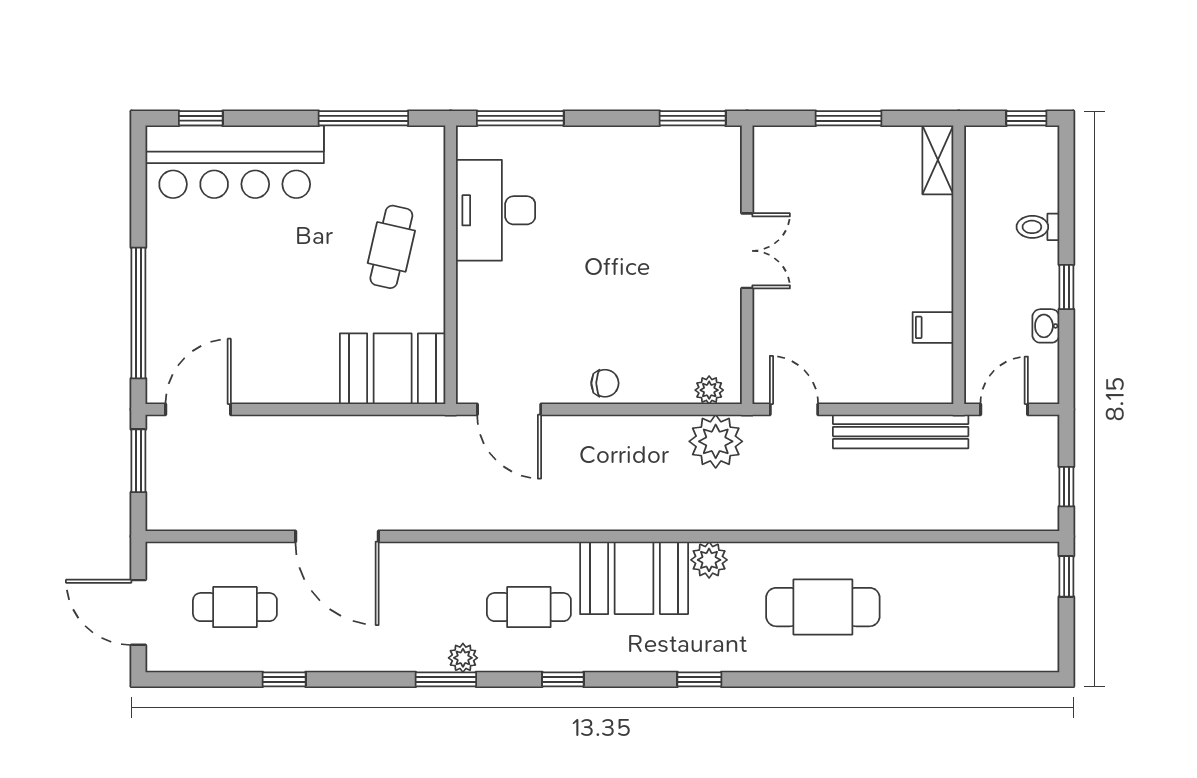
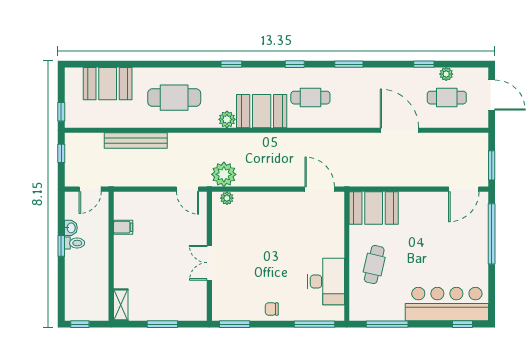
toilet: (1038, 227) -> (74, 243), moved
chair: (605, 383) -> (272, 309), moved
bench: (901, 432) -> (136, 141), moved
booth: (966, 637) -> (108, 84), added
plant: (463, 658) -> (446, 74), moved

